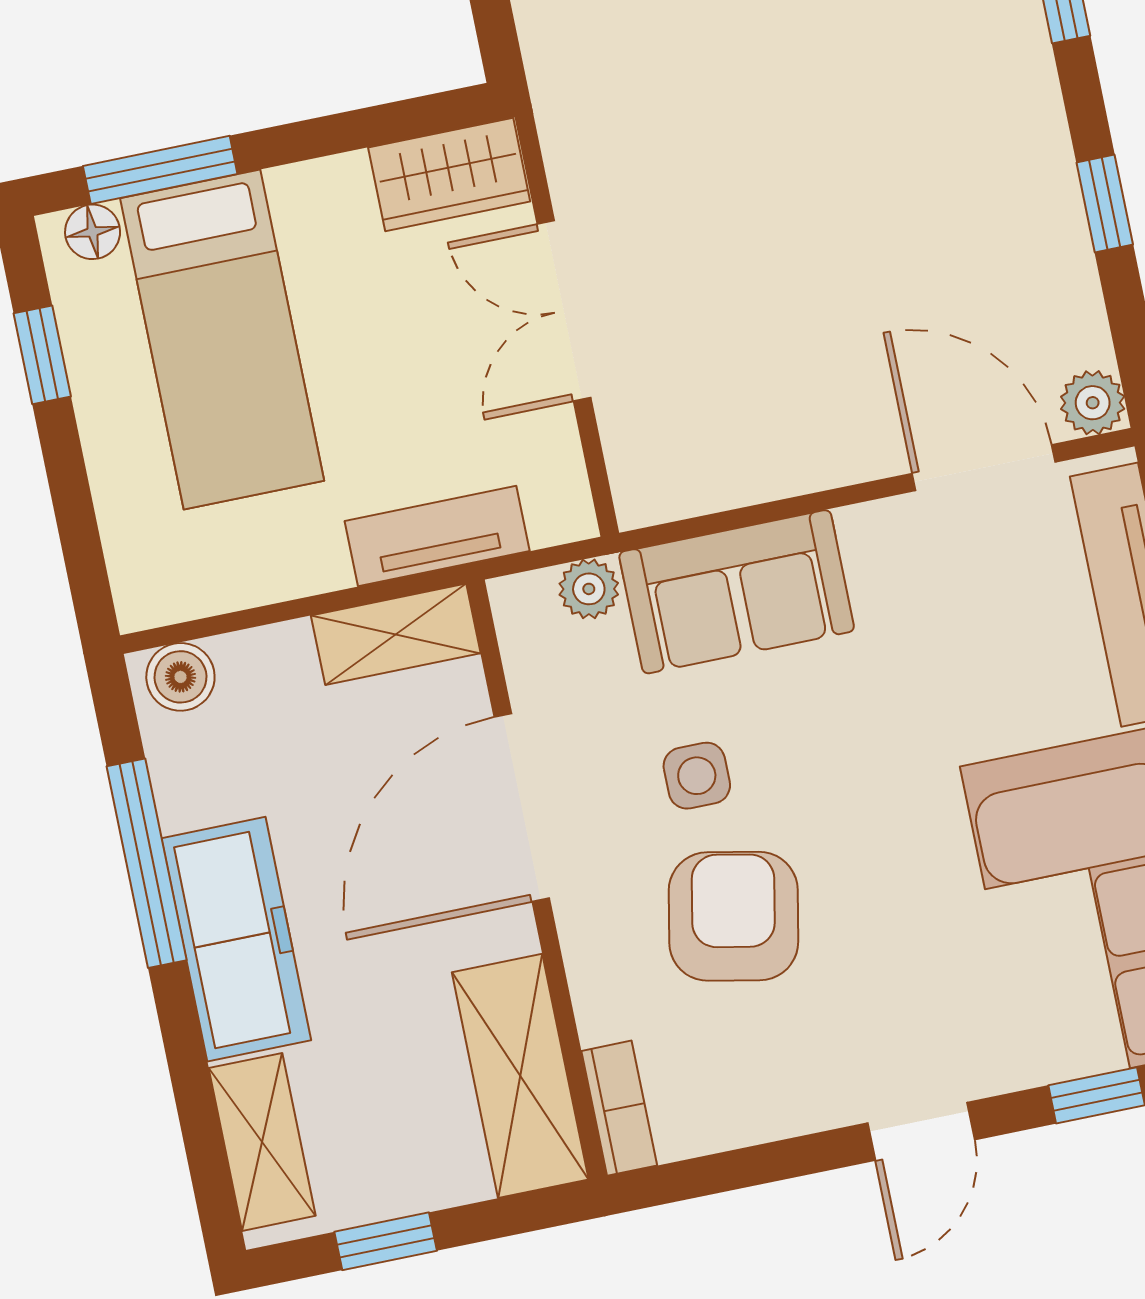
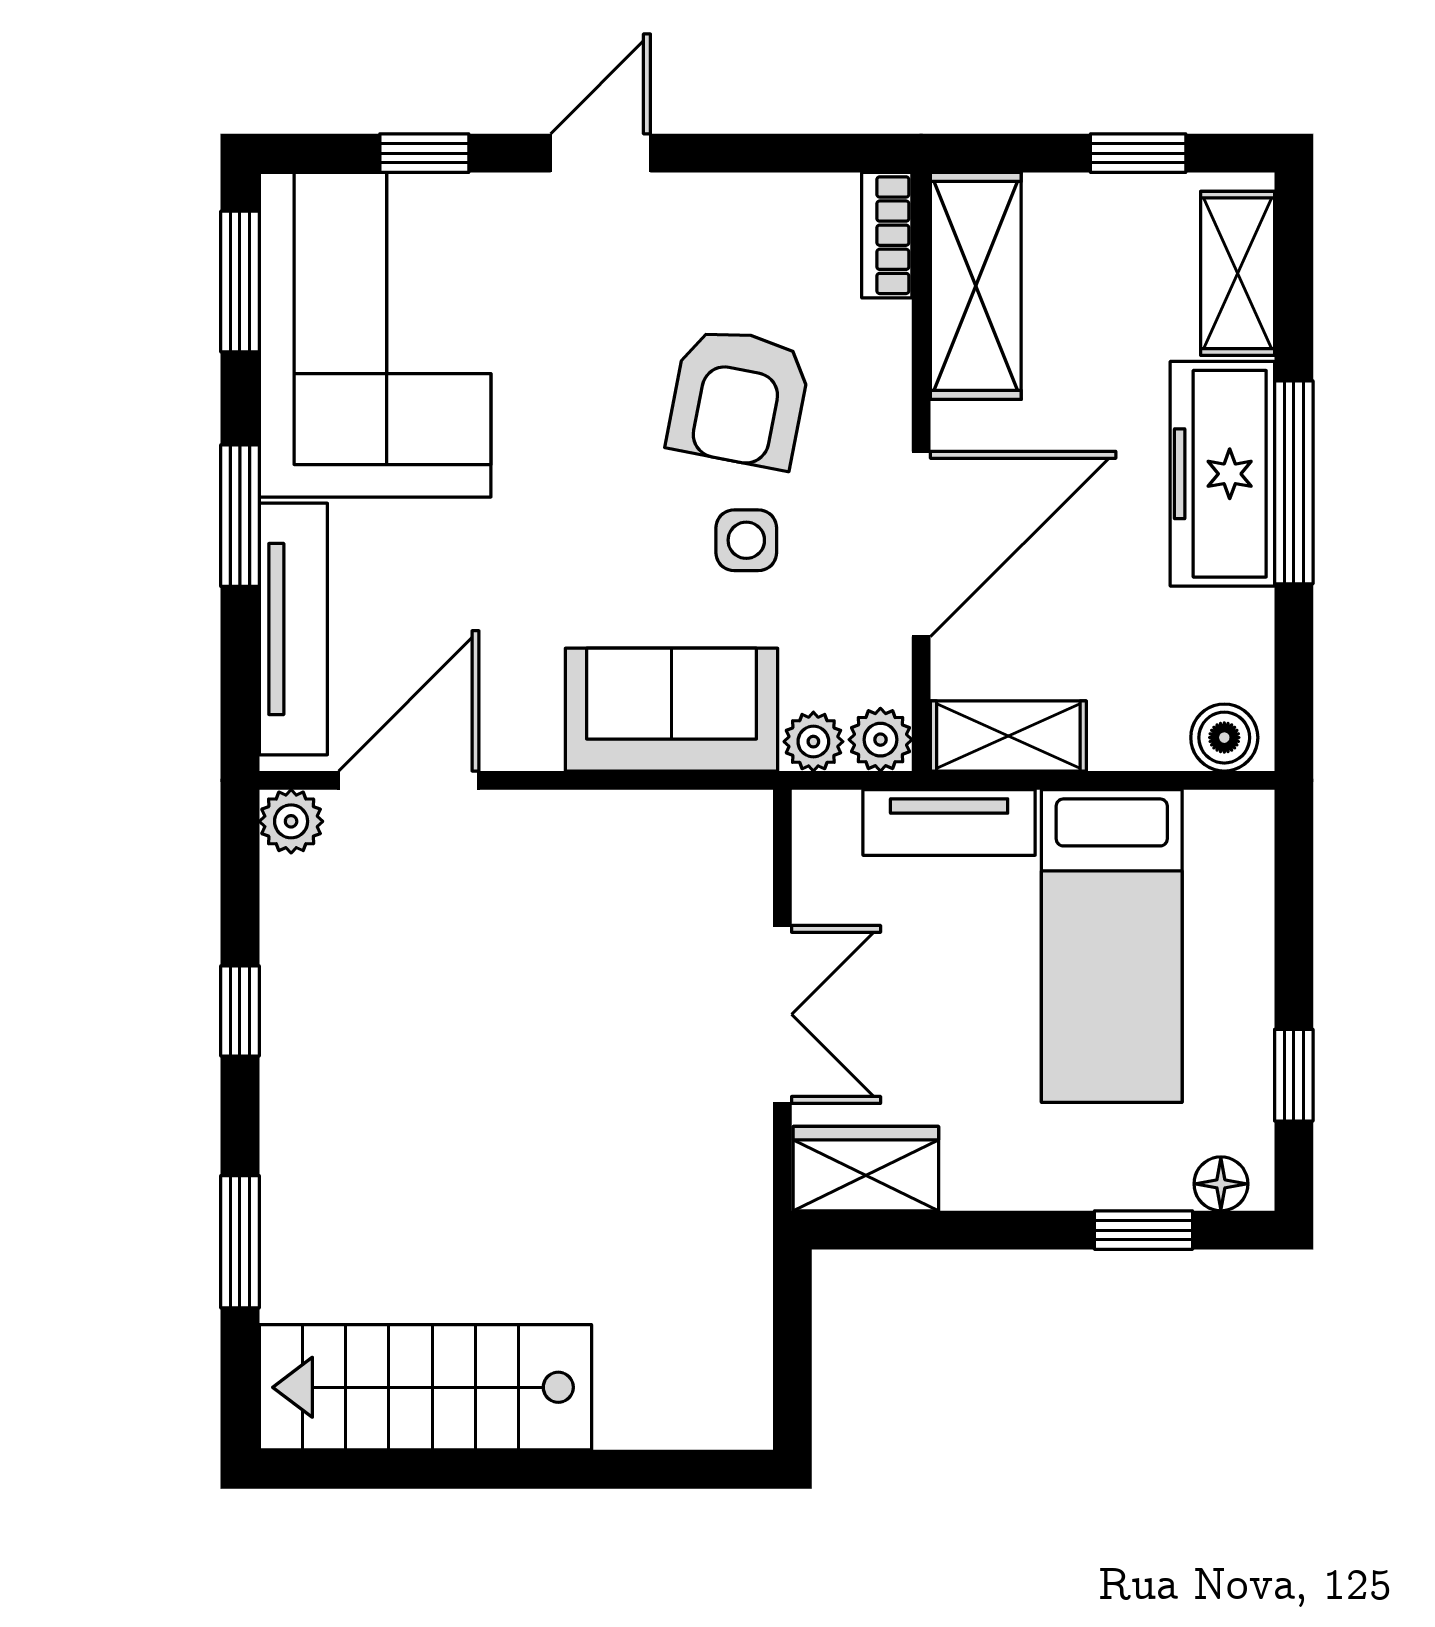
window: (160, 170) -> (1144, 1230), width x0.67
bed: (222, 340) -> (1112, 946), moved, turned 180
door: (984, 468) -> (409, 780), swing flipped
plant: (522, 605) -> (880, 740), added
window: (147, 863) -> (1294, 482), moved

